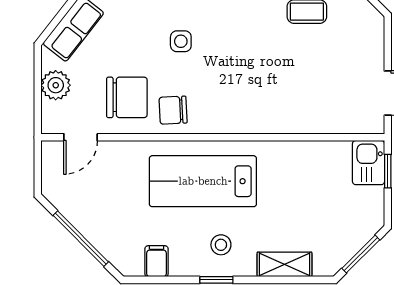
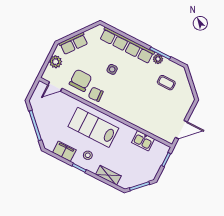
chair: (127, 97) -> (81, 80), turned -90
kitchen sink: (368, 163) -> (143, 141), moved, turned -90
filing cabinet: (157, 261) -> (64, 151), width x2.00

